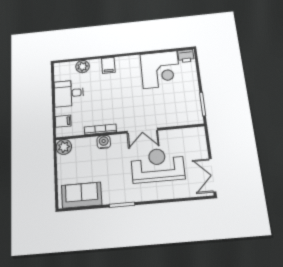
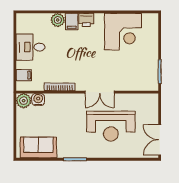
printer: (186, 56) -> (86, 20), moved
plant: (83, 67) -> (58, 20), moved
water cooler: (104, 142) -> (38, 100), moved
reception desk: (158, 165) -> (111, 126), turned 180

